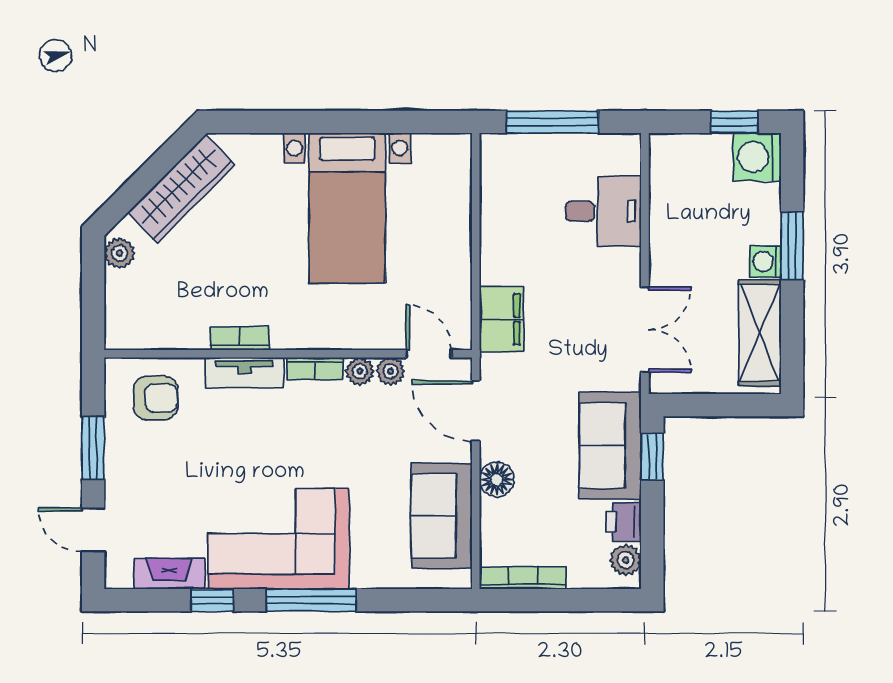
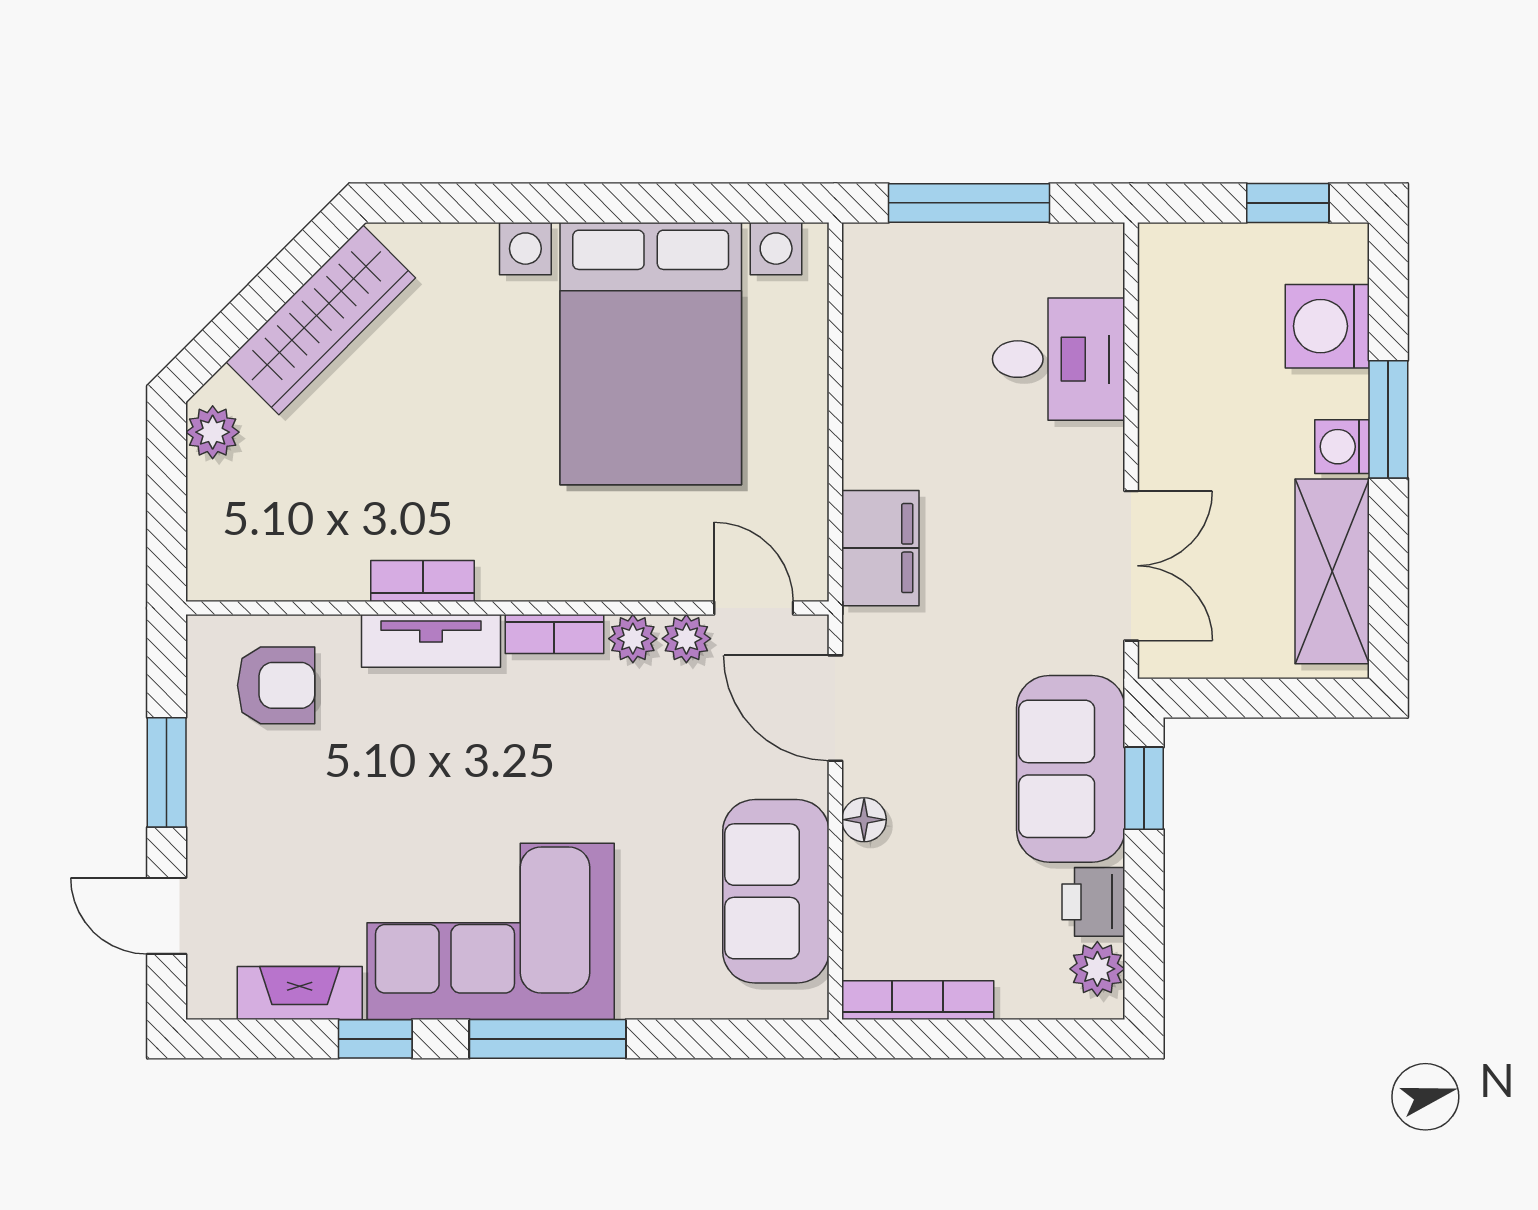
washing machine: (757, 157) -> (1327, 326), moved
bed with nightstands: (347, 208) -> (651, 354), width x1.36
floor lamp: (497, 480) -> (864, 820), width x0.73, depth x0.73

